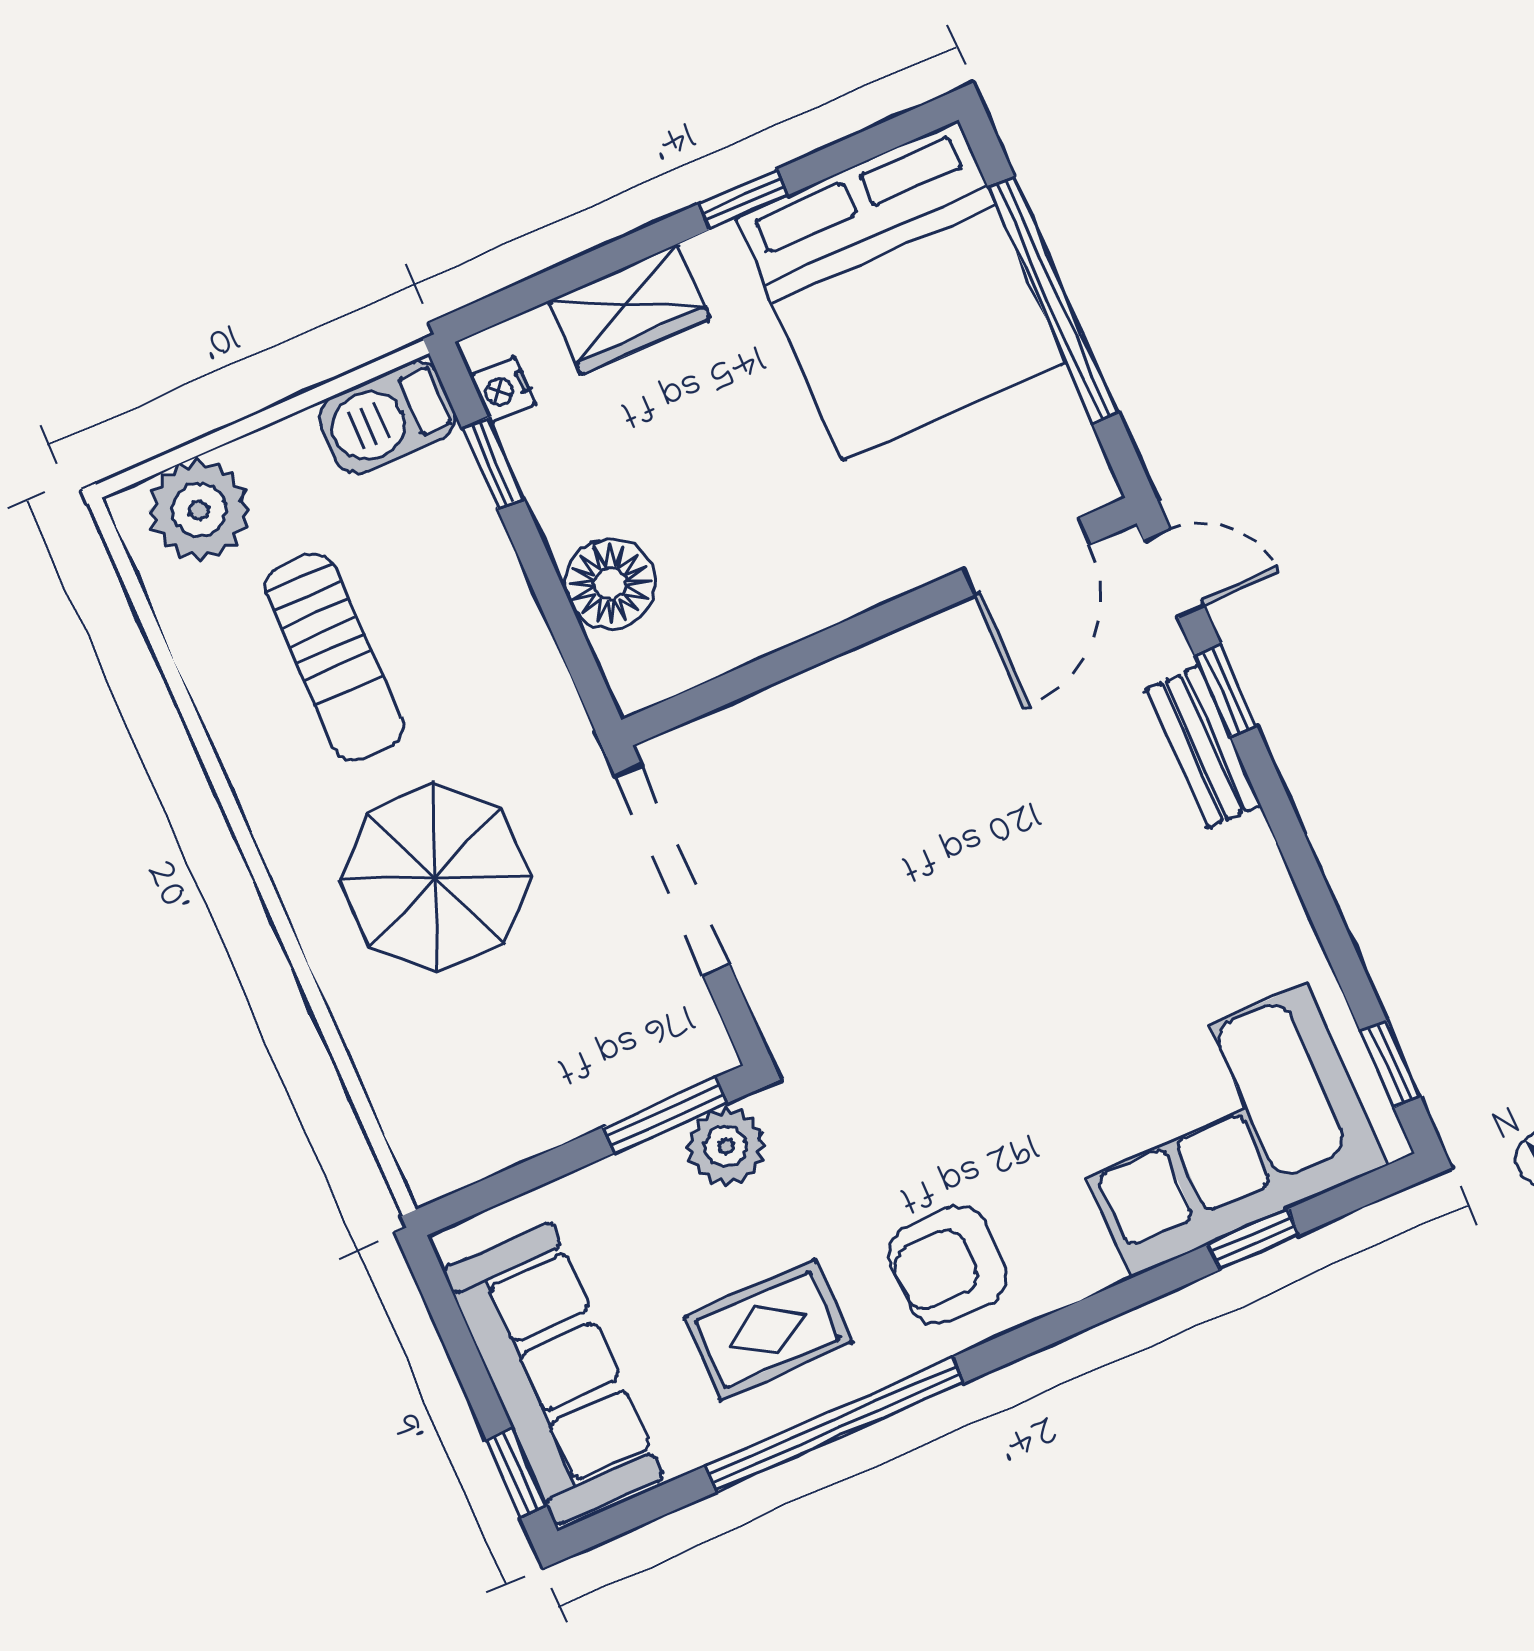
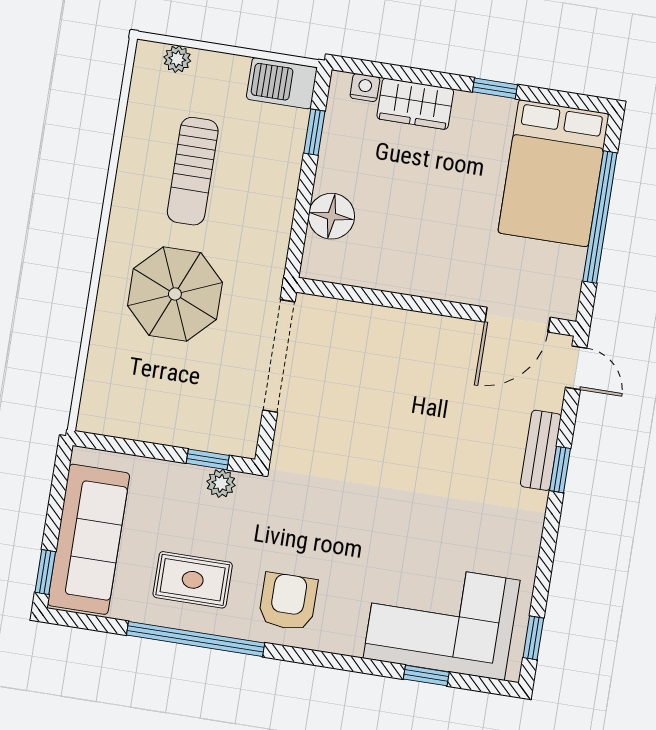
bed: (901, 290) -> (553, 173), width x0.73
nightstand: (503, 390) -> (365, 88), moved, turned 90
plant: (199, 510) -> (177, 59), width x0.53, depth x0.53
window: (1226, 691) -> (560, 470), moved
window: (665, 1115) -> (208, 459), width x0.67
plant: (726, 1146) -> (221, 483), width x0.73, depth x0.73
armchair: (948, 1265) -> (288, 602), turned 90

